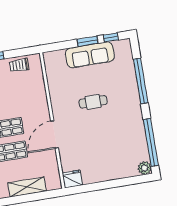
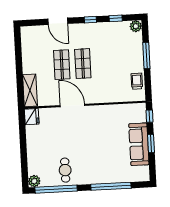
window: (111, 37) -> (150, 116), moved
cafe table: (93, 102) -> (65, 170), moved
shelving: (27, 187) -> (30, 90), moved

